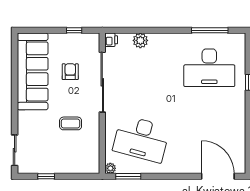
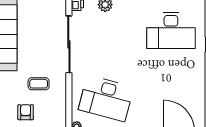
armchair: (70, 72) -> (26, 112), moved

